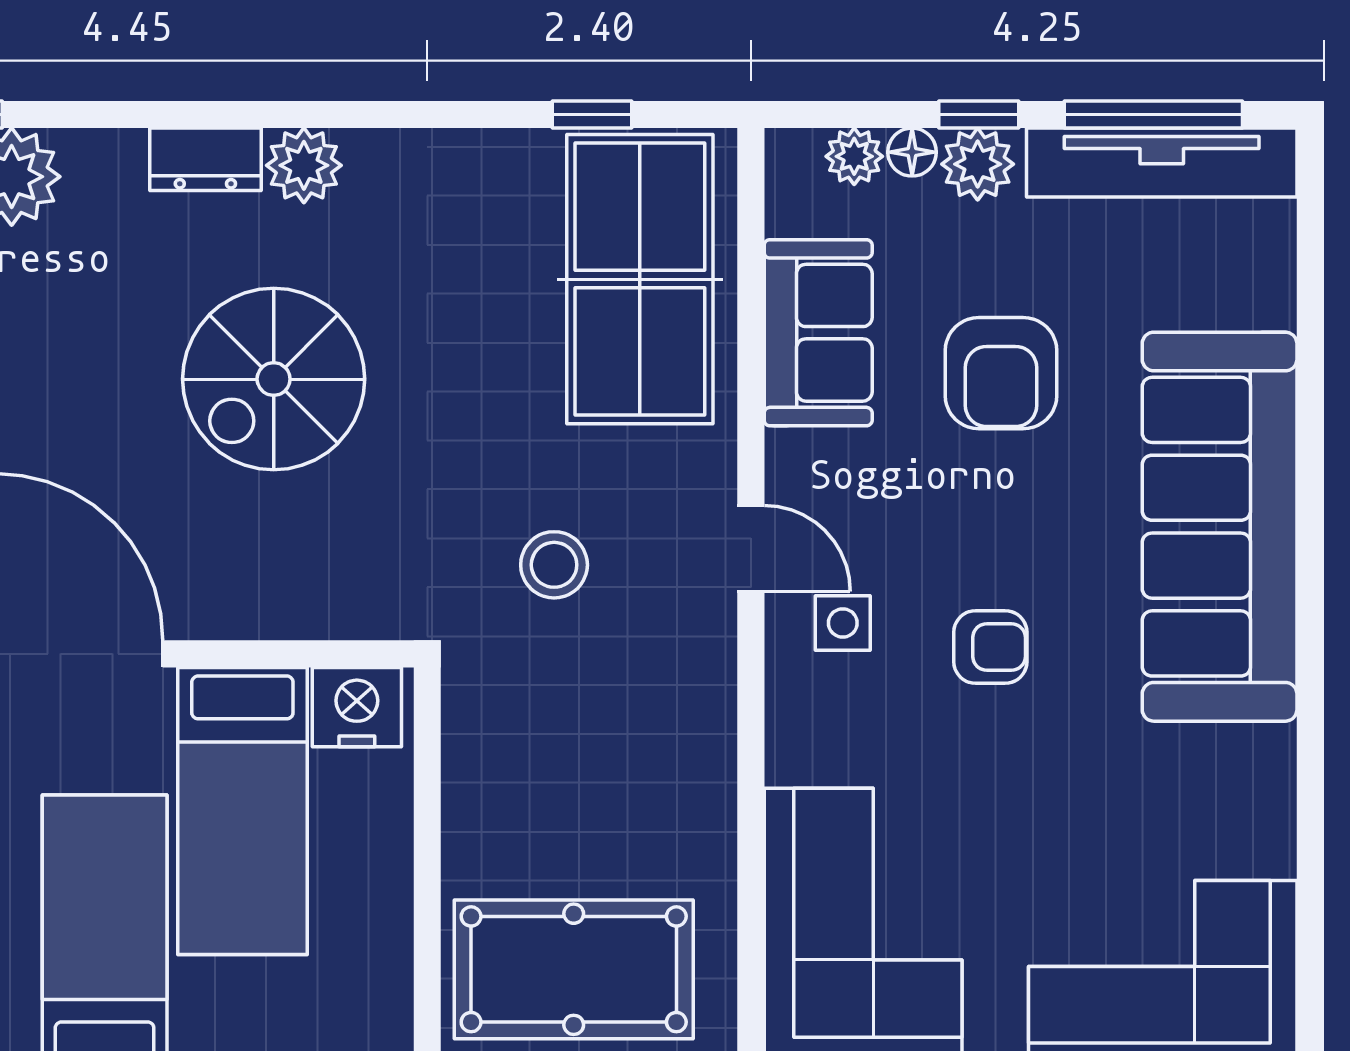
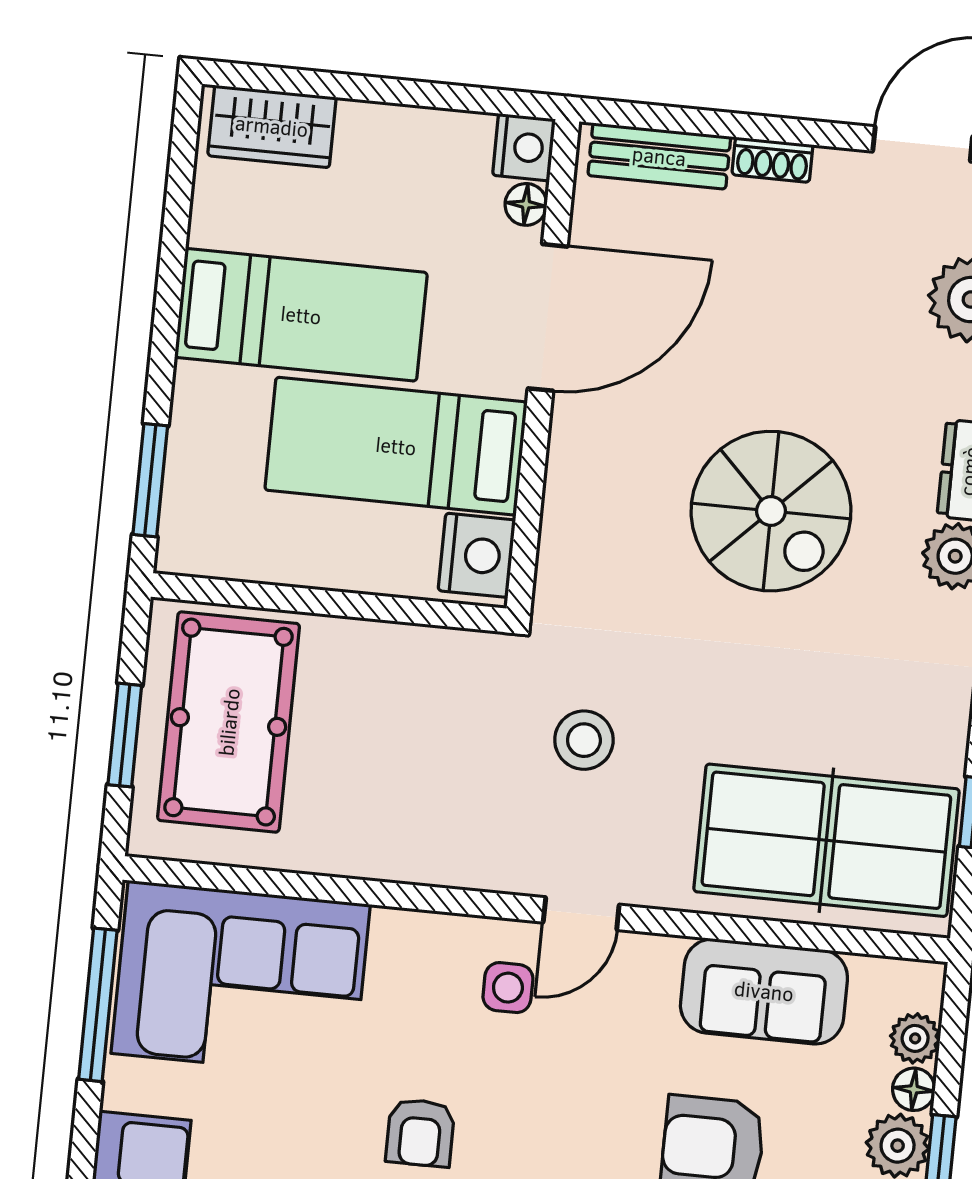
spiral stairs: (274, 379) -> (771, 511), turned 180
armchair: (990, 647) -> (420, 1133), moved

